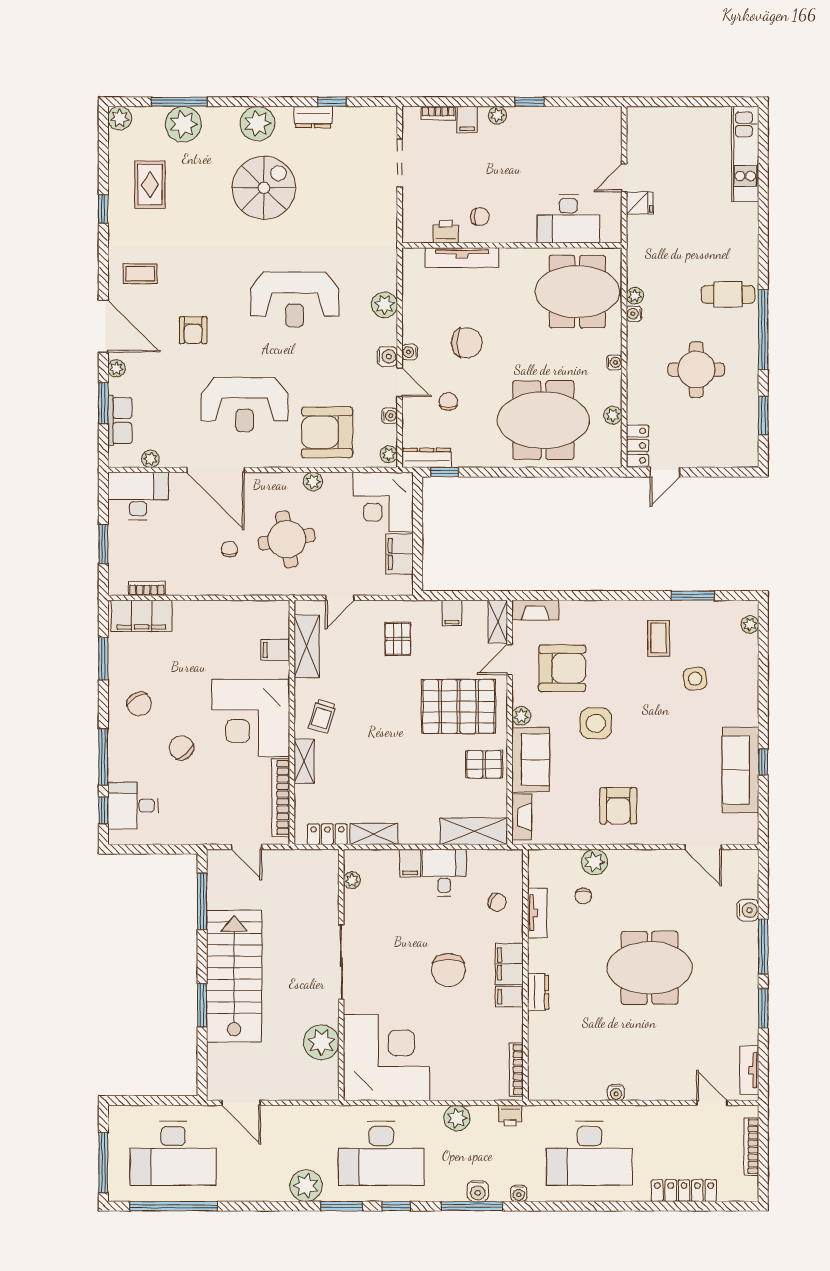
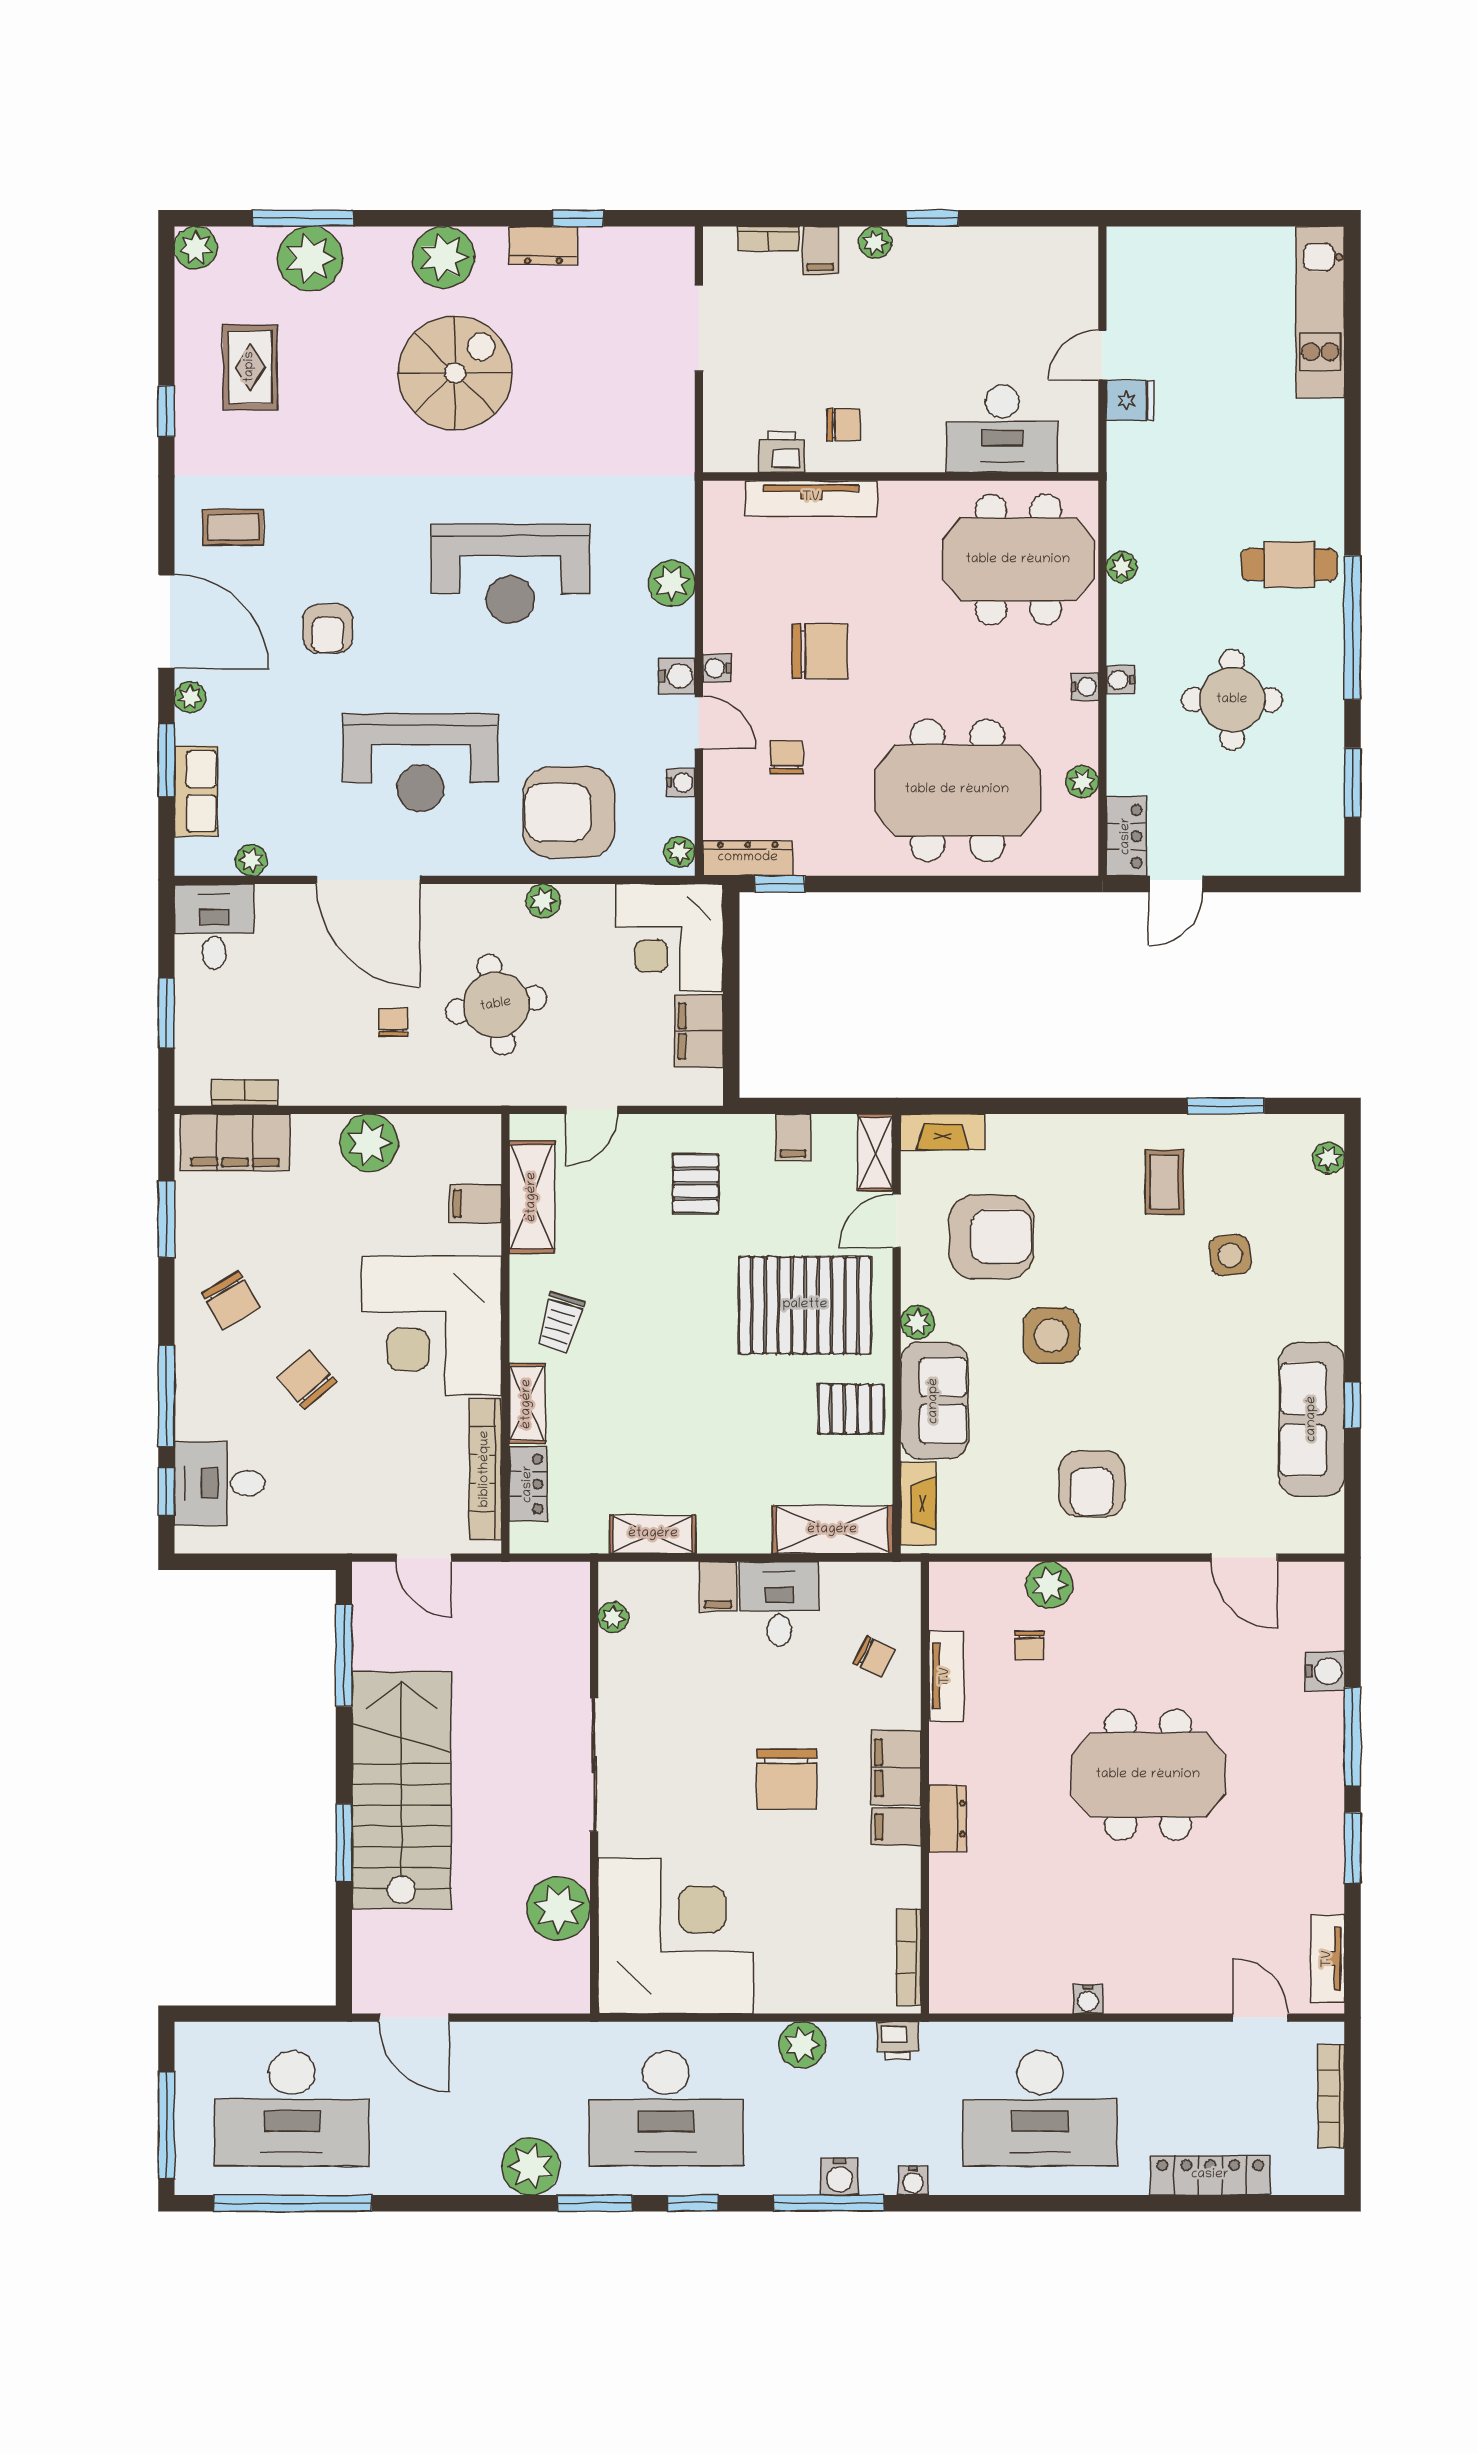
water cooler: (634, 314) -> (1120, 680), moved
desk: (138, 496) -> (214, 927), width x0.73
plant: (216, 616) -> (369, 1143), added
locker: (327, 834) -> (528, 1484), moved, turned 90

